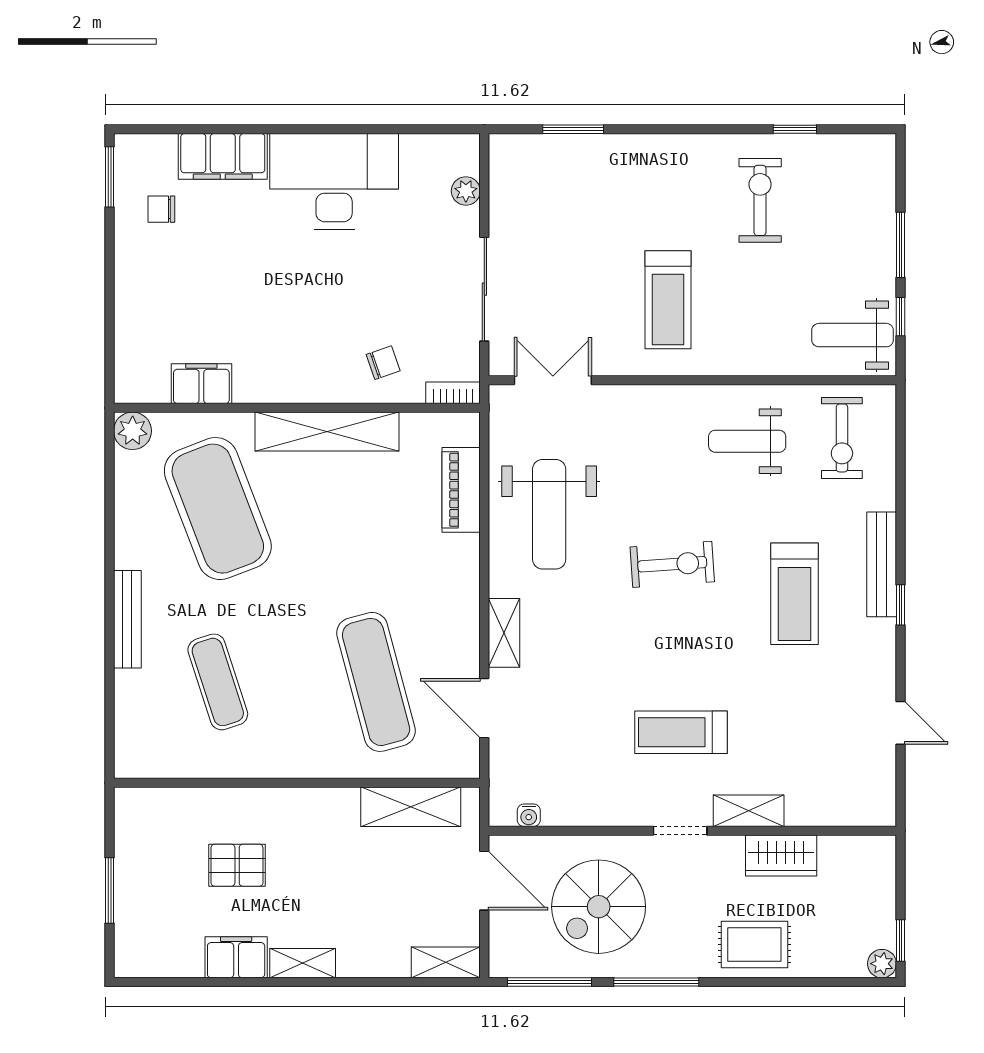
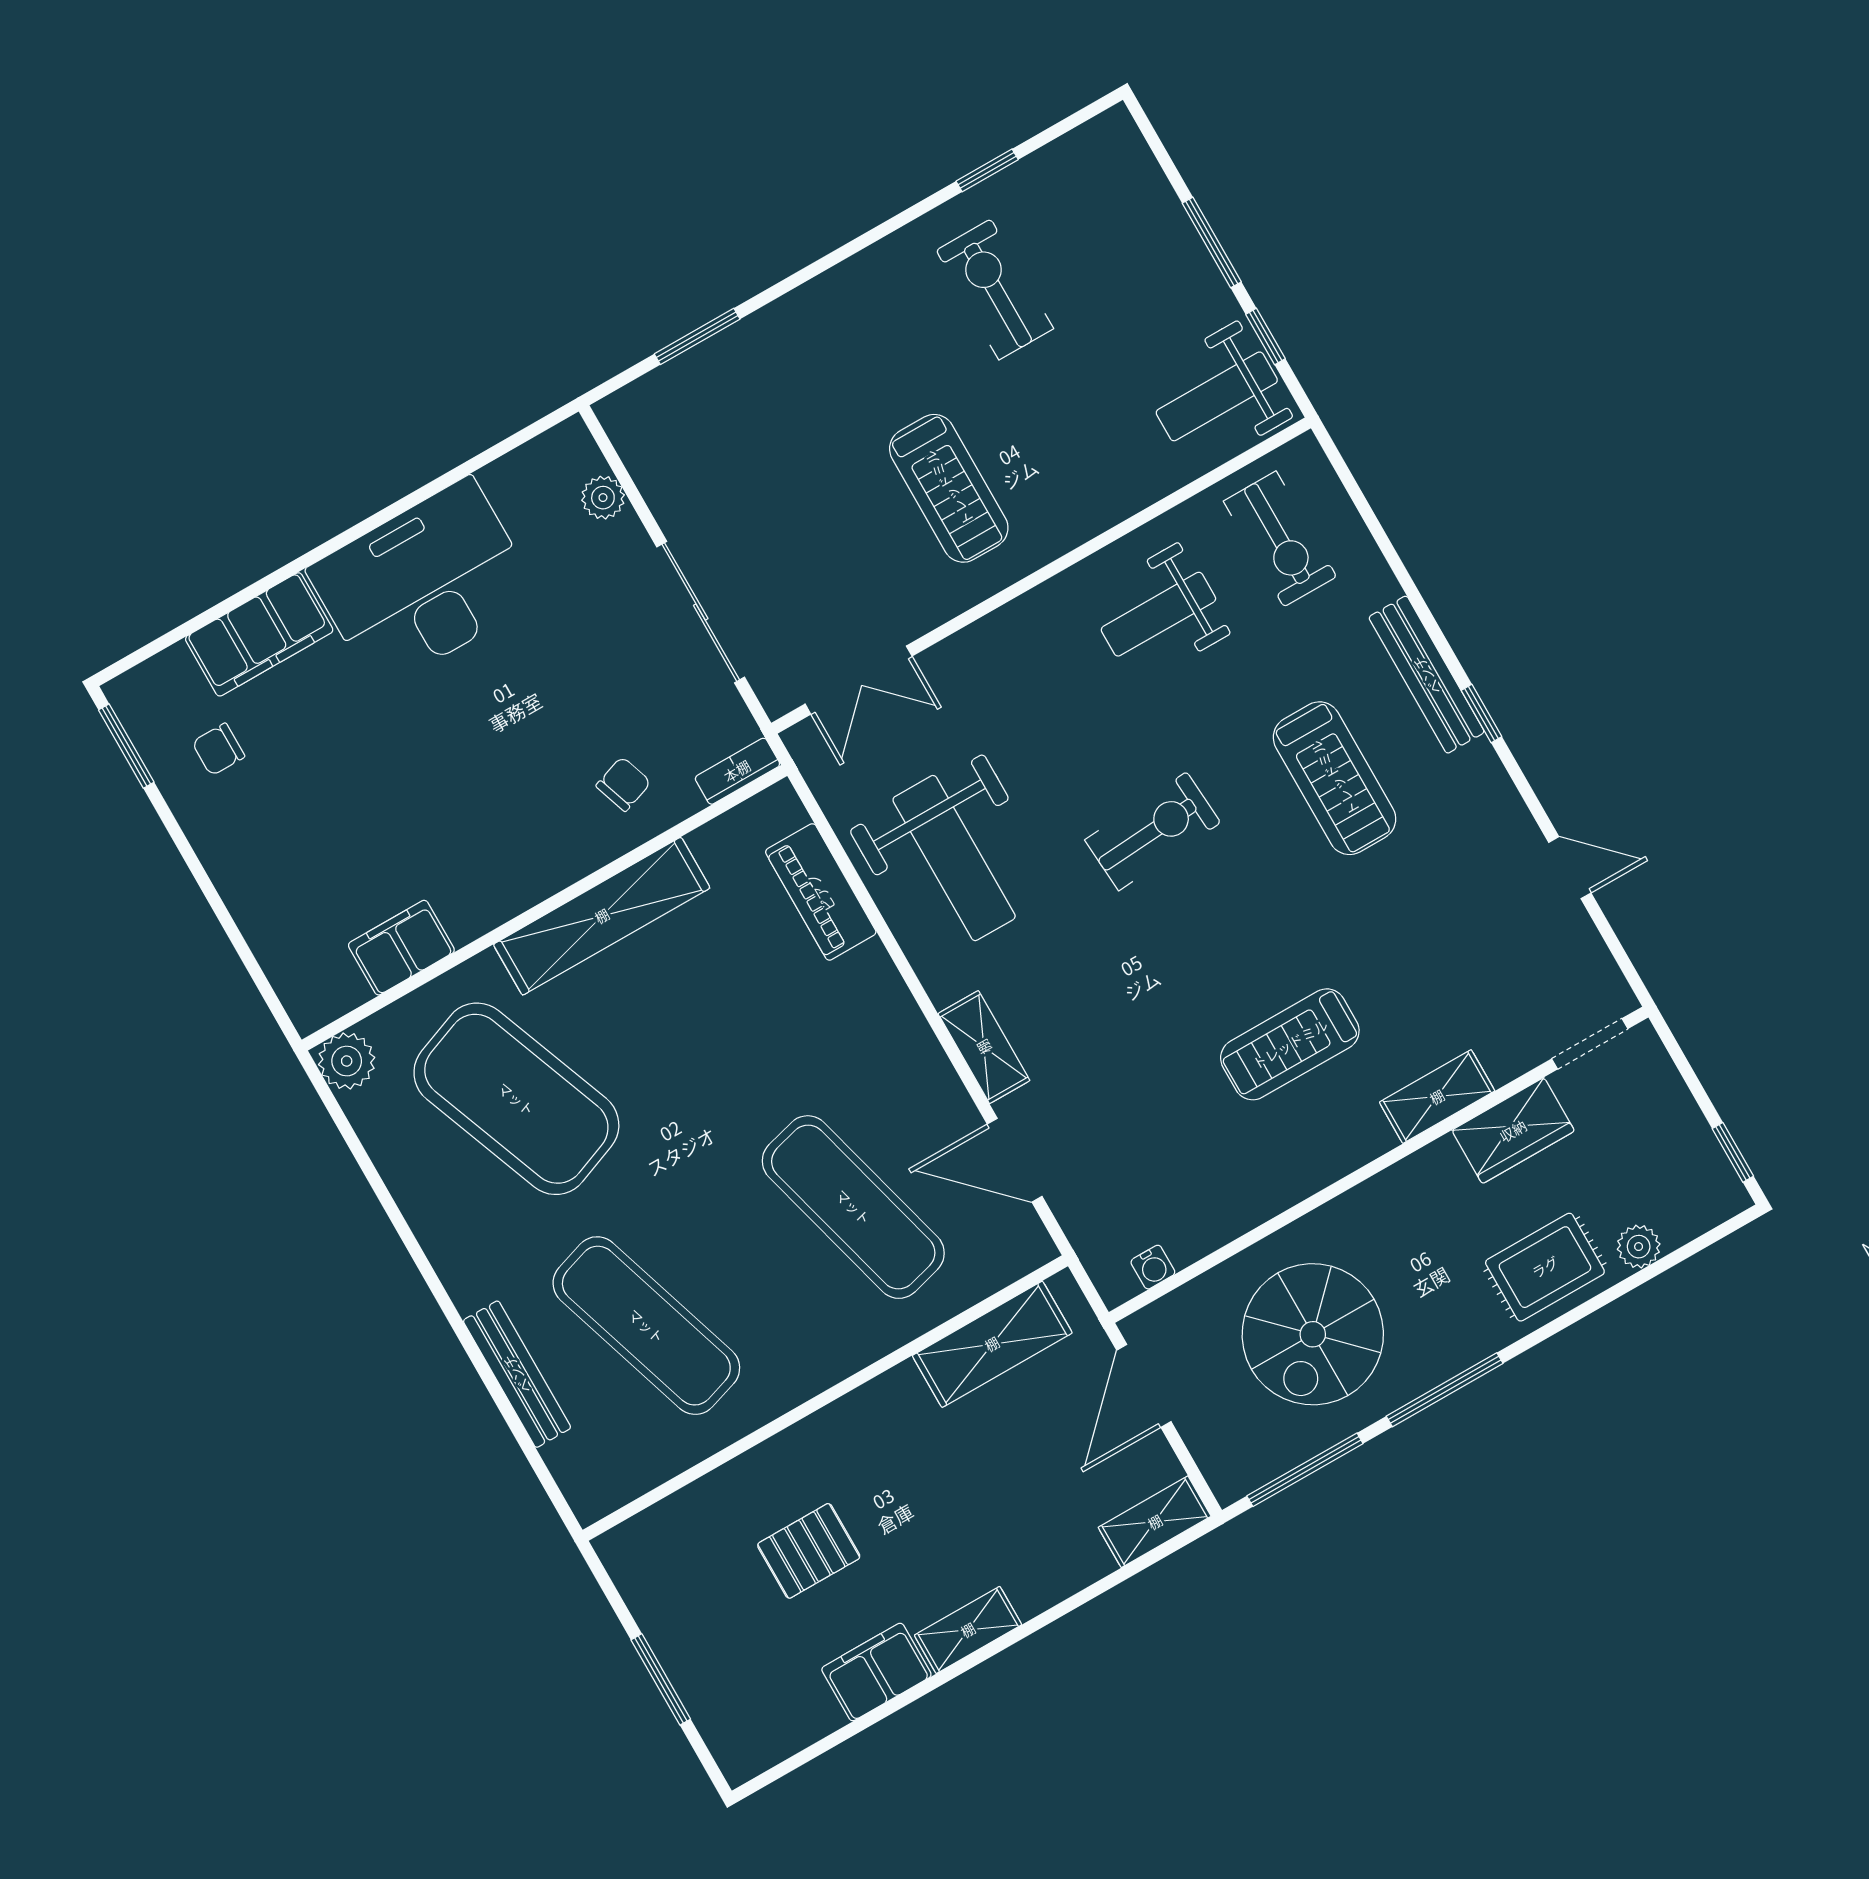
double door: (553, 380) -> (859, 680), swing flipped
bench: (127, 619) -> (517, 1374), moved
exercise mat: (218, 682) -> (646, 1326), width x1.36, depth x1.45
doorway: (680, 831) -> (1590, 1044), moved
door: (484, 881) -> (1144, 1386), swing flipped
plant: (882, 964) -> (1639, 1247), moved

